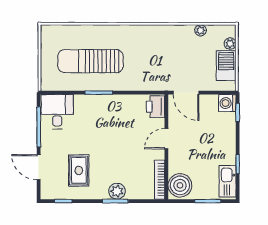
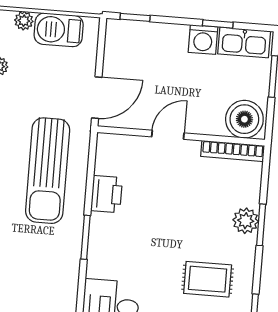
sun lounger: (90, 61) -> (48, 171), moved
washing machine: (227, 103) -> (203, 40), moved
printer: (156, 107) -> (107, 194), moved, turned -90
door: (166, 139) -> (168, 135), swing flipped

